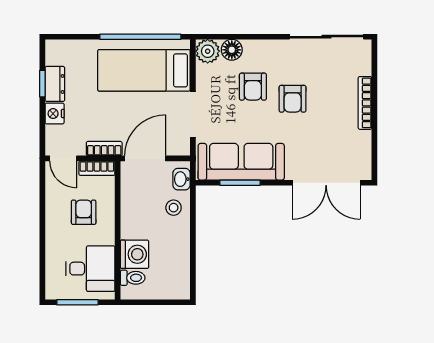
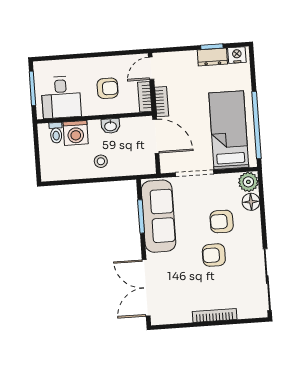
nightstand: (55, 114) -> (237, 55), moved
washbasin: (182, 179) -> (110, 126), moved, turned 180
stool: (174, 208) -> (101, 161), moved

